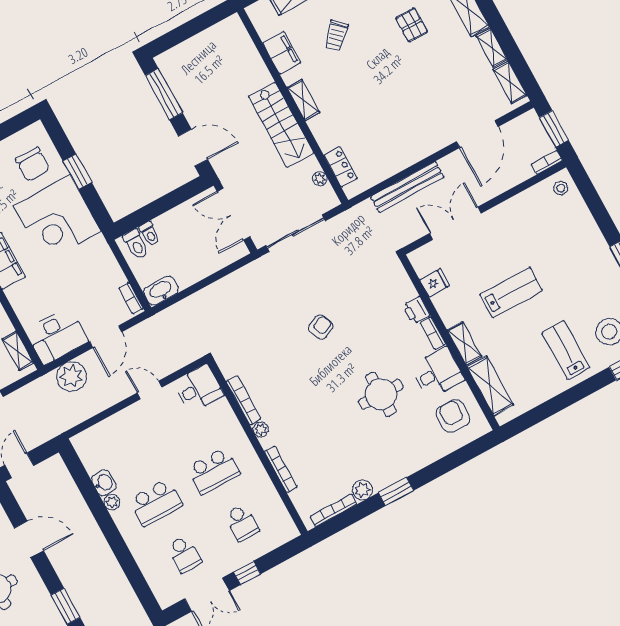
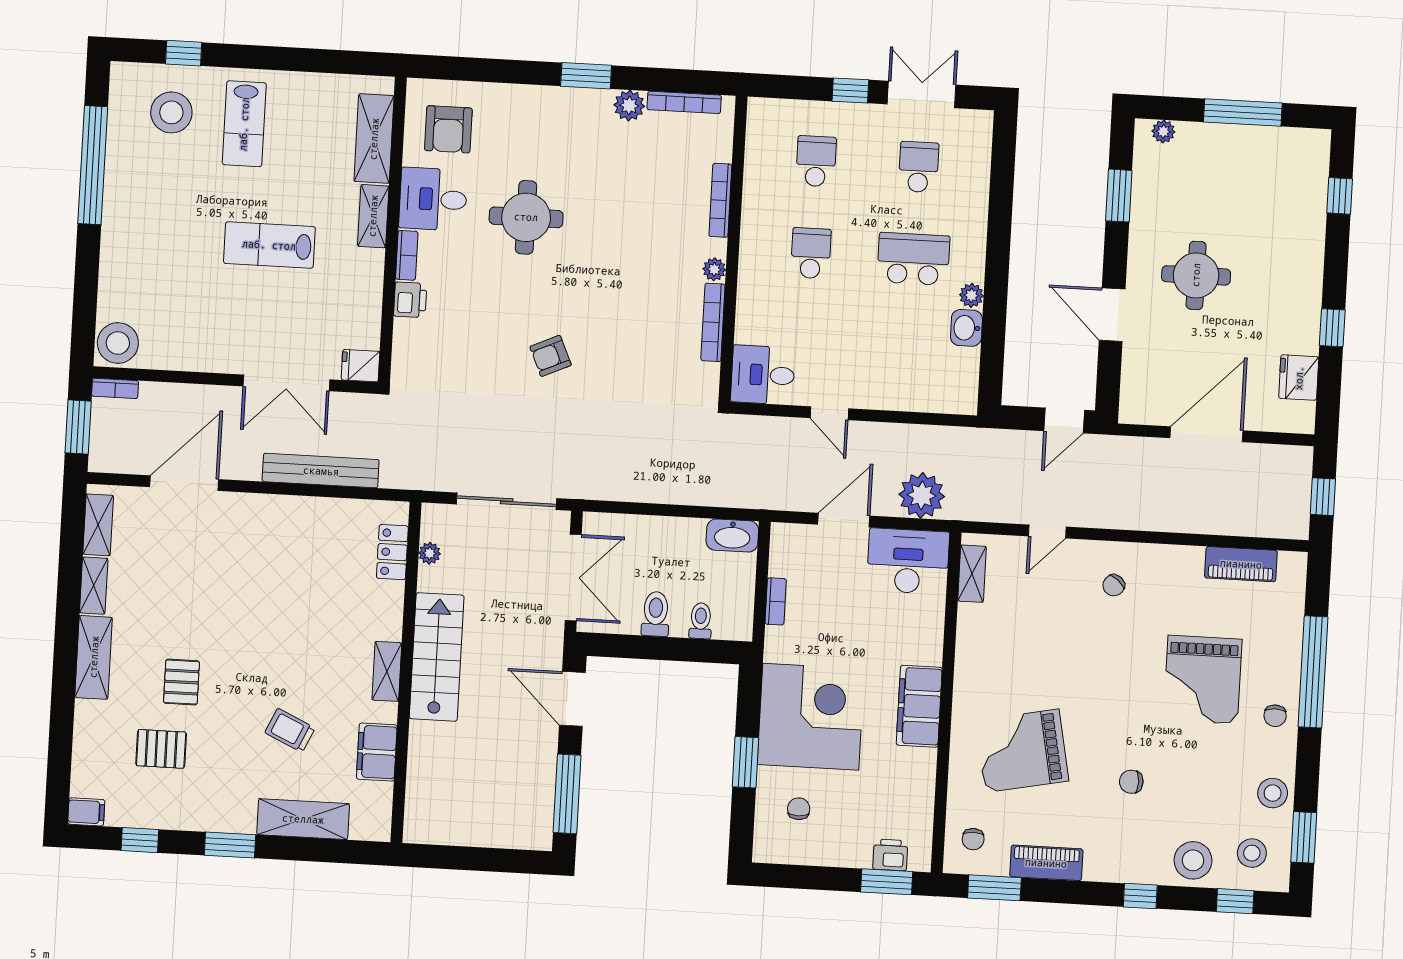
trolley: (336, 35) -> (290, 730), turned -109
chair: (33, 164) -> (799, 809), width x0.54, depth x0.54
stool: (561, 188) -> (118, 343), width x1.89, depth x1.89
toilet: (136, 244) -> (656, 614), moved
fridge: (435, 283) -> (360, 366), moved
bookcase: (131, 298) -> (776, 601), moved
school desk: (214, 471) -> (811, 253), width x0.54

